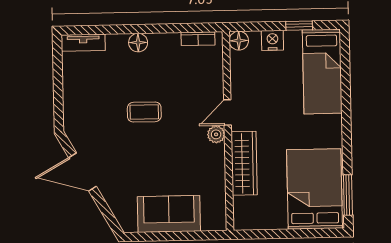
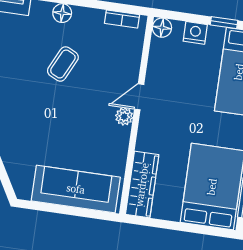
coffee table: (144, 112) -> (63, 64), moved, turned -64
wardrobe: (244, 163) -> (142, 185), moved
sofa: (169, 214) -> (76, 189), width x1.36

